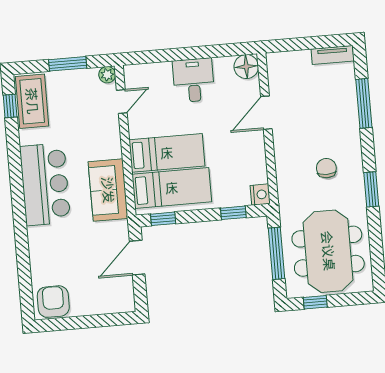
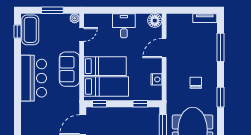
sofa: (108, 190) -> (69, 69), moved
nightstand: (260, 195) -> (156, 79), moved

